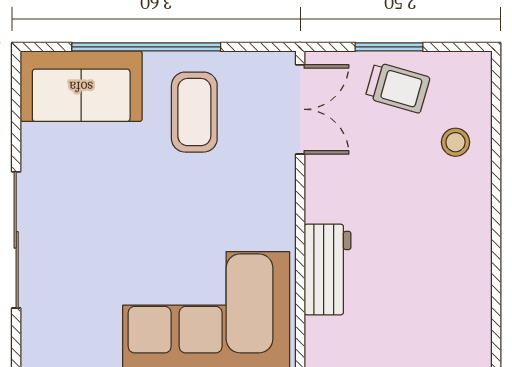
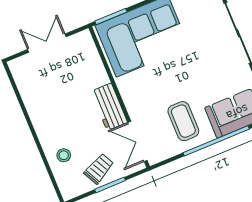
trolley: (398, 88) -> (99, 169), turned 137
workbench: (327, 269) -> (109, 107), moved

